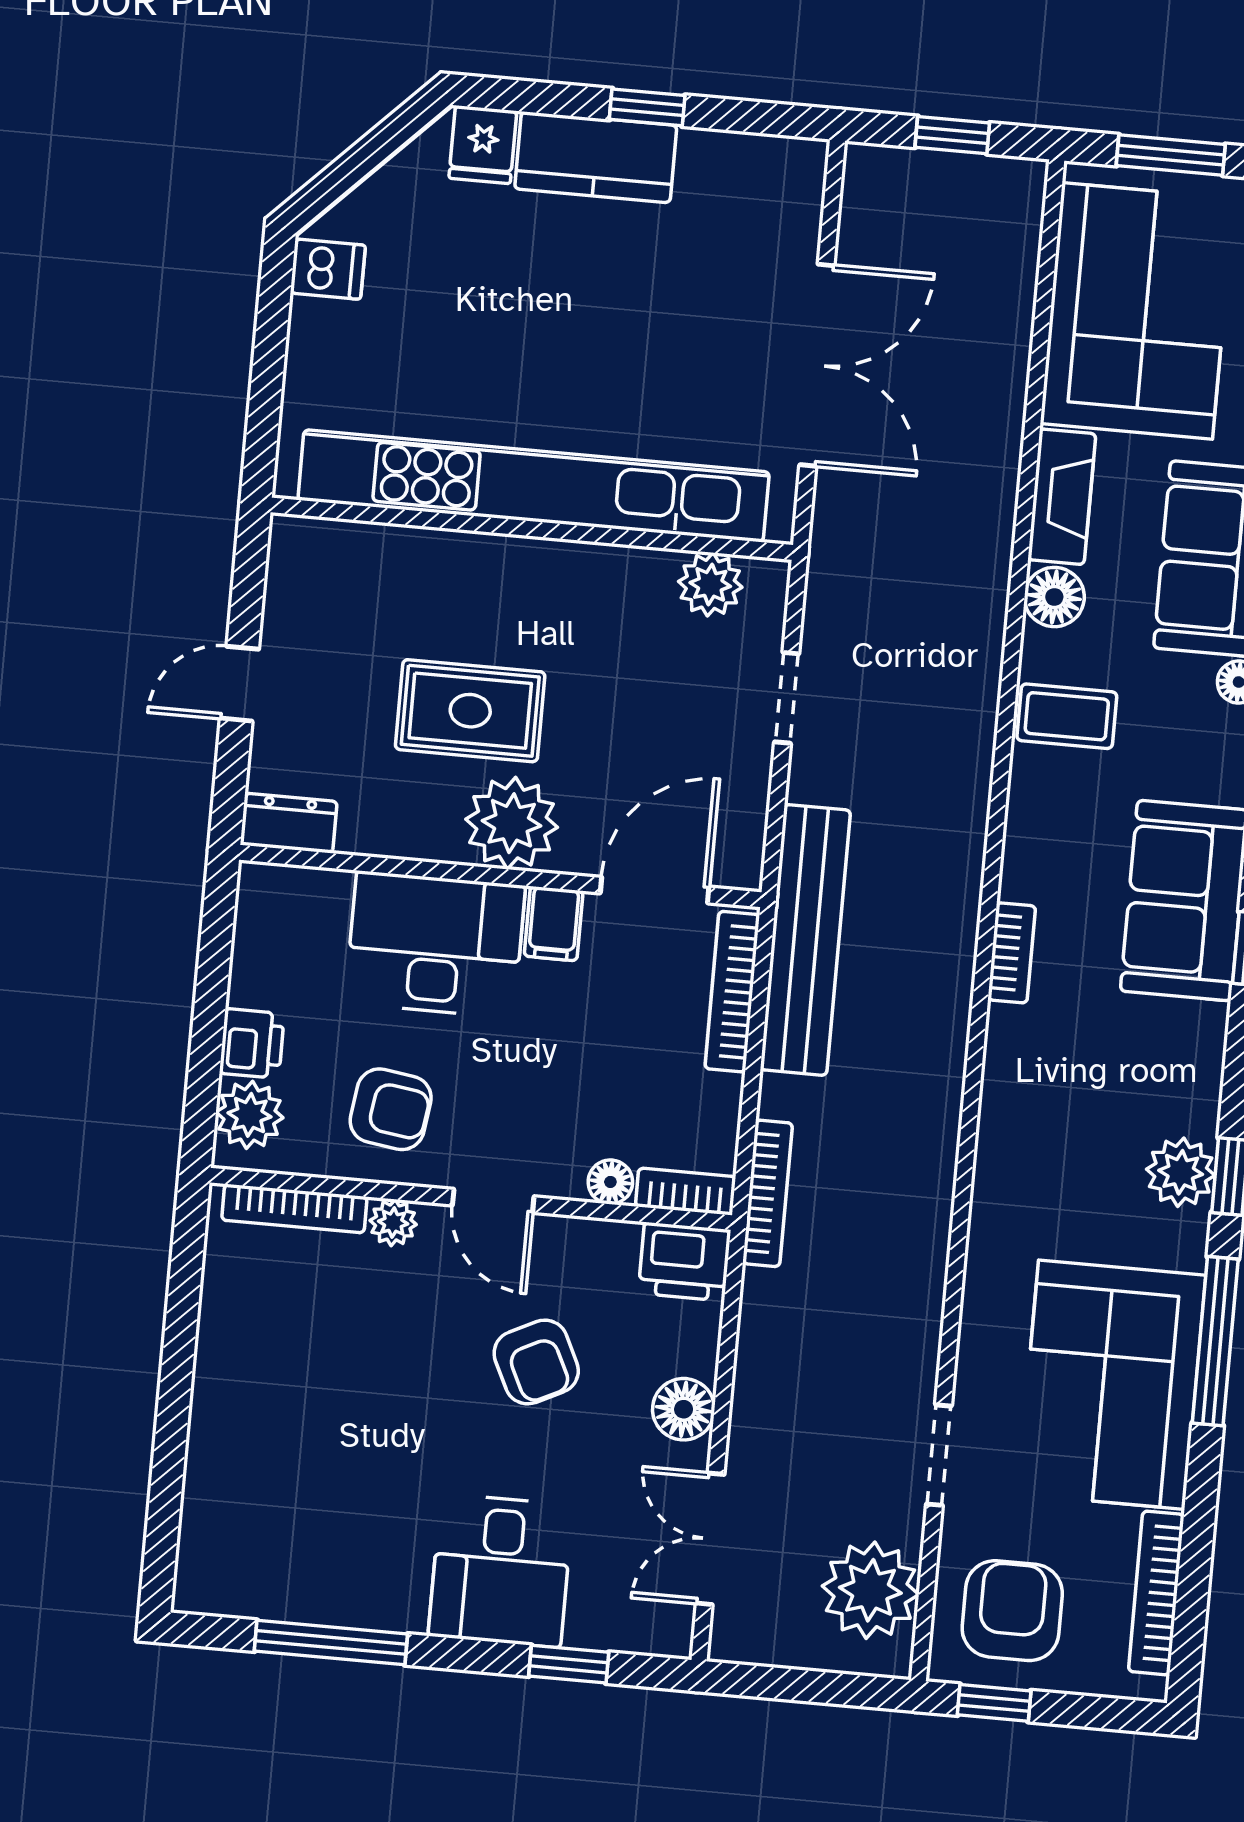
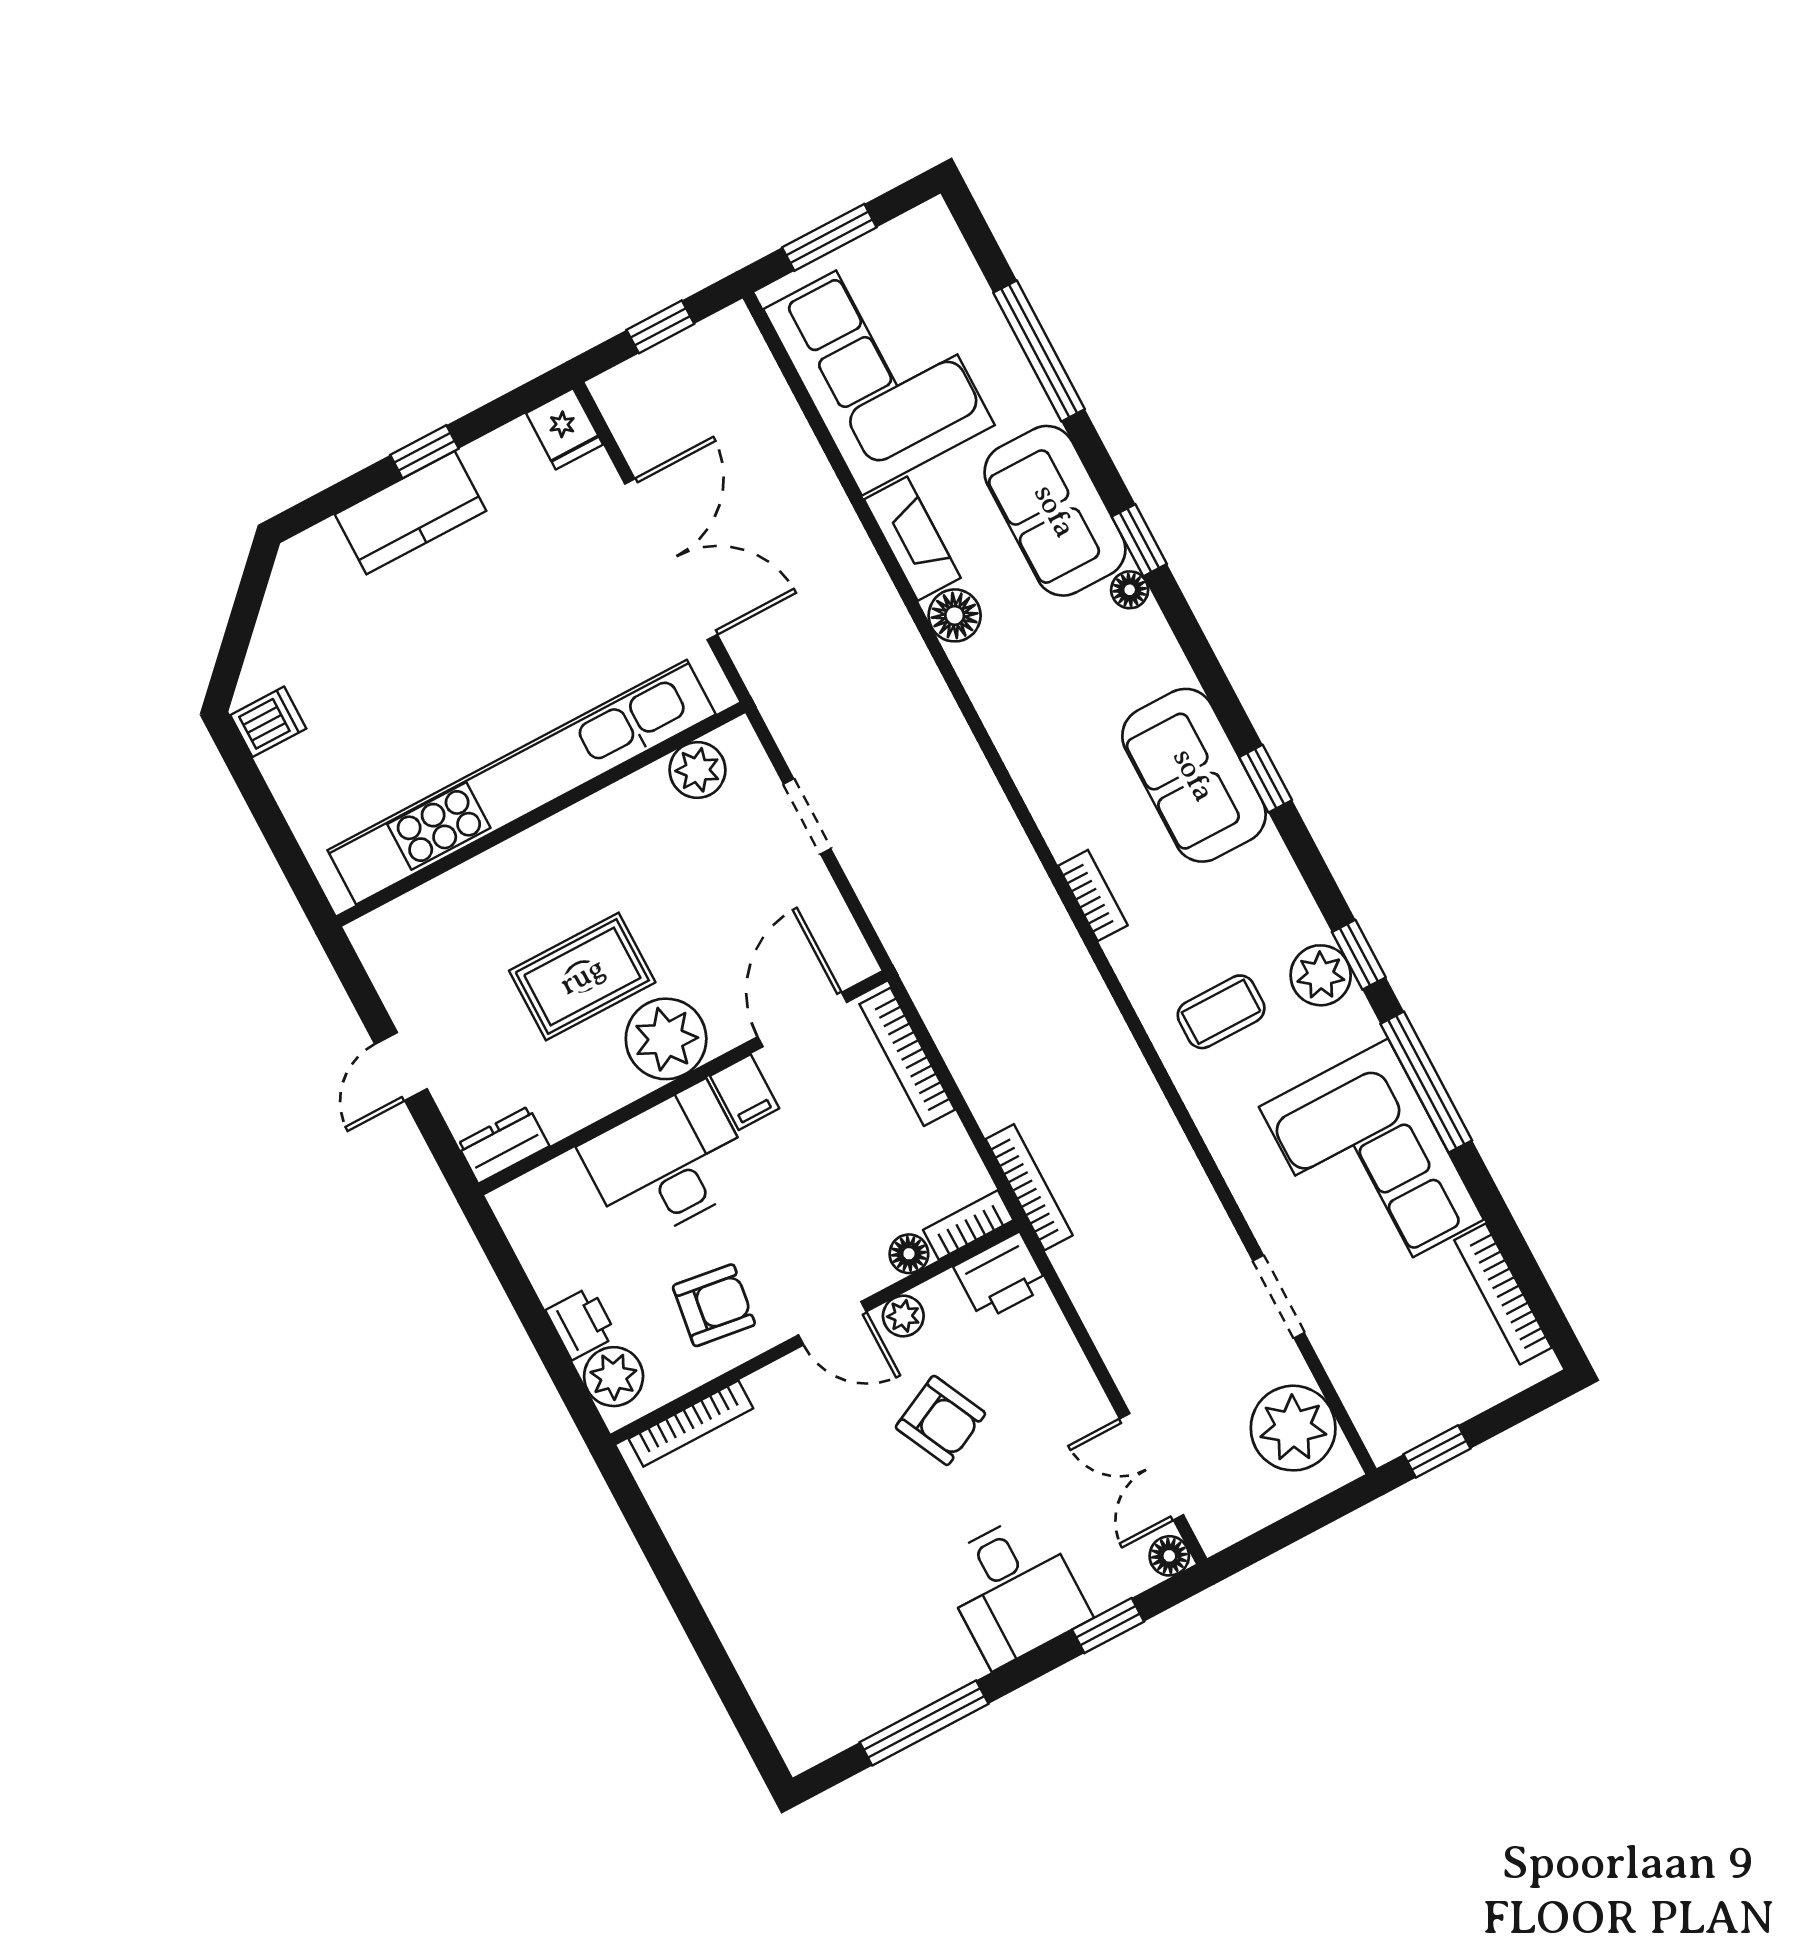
fridge: (483, 145) -> (564, 429), moved
coffee table: (1067, 716) -> (1221, 1012), moved
bench: (805, 940) -> (936, 984), removed
plant: (393, 1223) -> (903, 1316), moved
floor lamp: (684, 1409) -> (1169, 1556), moved, width x0.73, depth x0.73
armchair: (1012, 1611) -> (1406, 1375), removed

